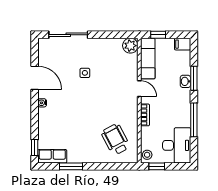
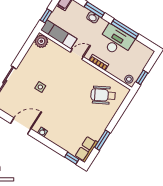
desk: (177, 145) -> (116, 41), moved

